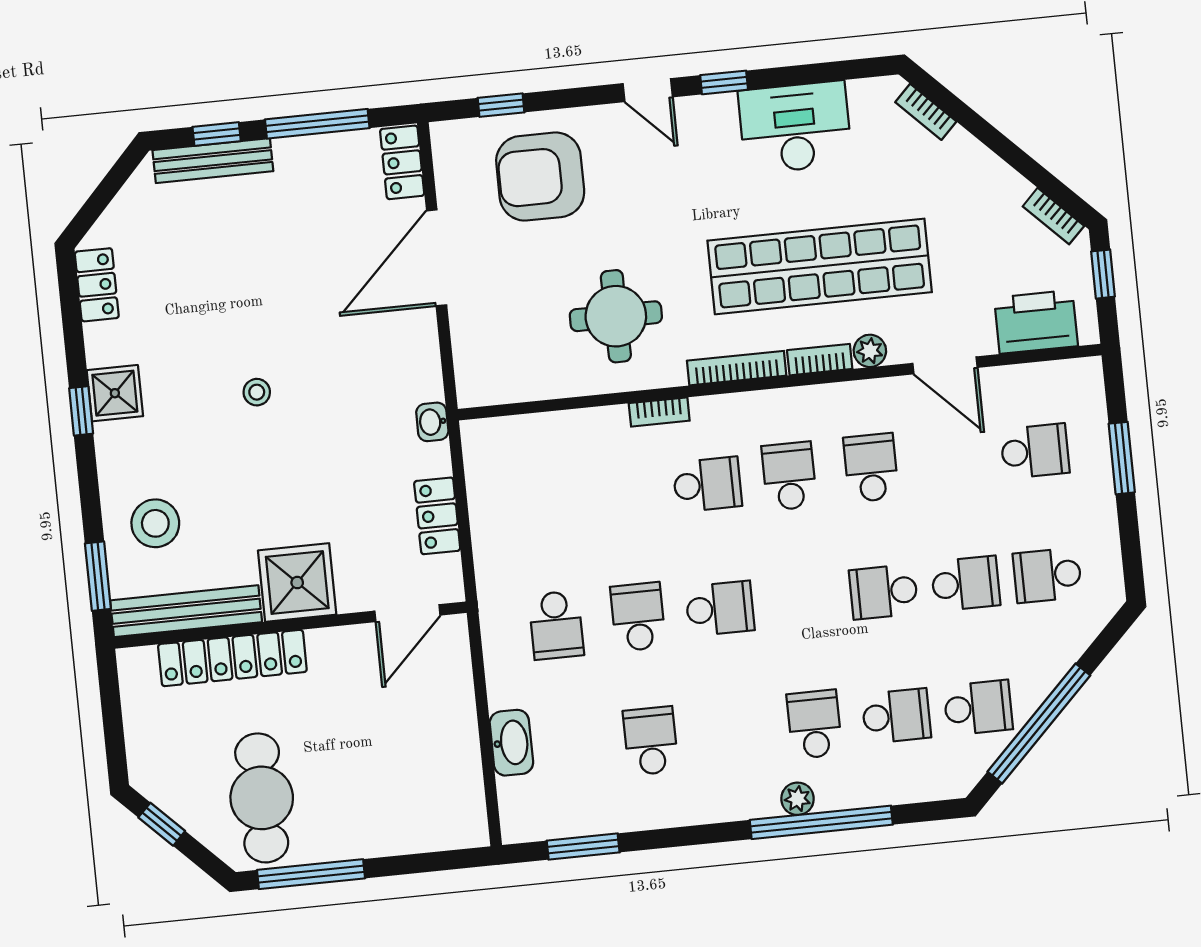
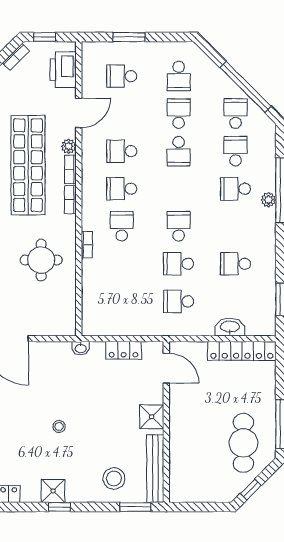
bookcase: (737, 368) -> (70, 200), width x0.64
school desk: (1035, 451) -> (122, 76), turned -90
shower: (297, 583) -> (152, 417), width x0.73, depth x0.73
school desk: (556, 625) -> (179, 301), turned 180
locker: (232, 658) -> (242, 351), moved, turned 90
cafe table: (262, 798) -> (243, 443), turned 90

